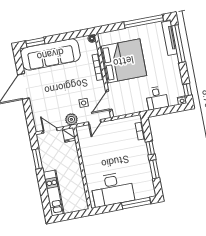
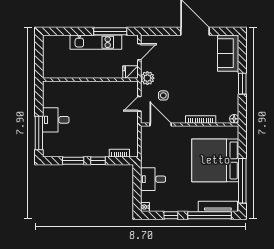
window: (35, 42) -> (242, 84), moved
sofa: (50, 54) -> (228, 53), width x0.54, depth x0.79
bed: (123, 61) -> (215, 160), moved, turned 90
window: (187, 90) -> (171, 215), moved
door: (95, 122) -> (139, 104), hinge flipped
window: (37, 159) -> (110, 31), width x1.44
desk: (112, 189) -> (56, 120), width x0.53, depth x0.77
kitchen unit: (54, 193) -> (96, 42), moved

